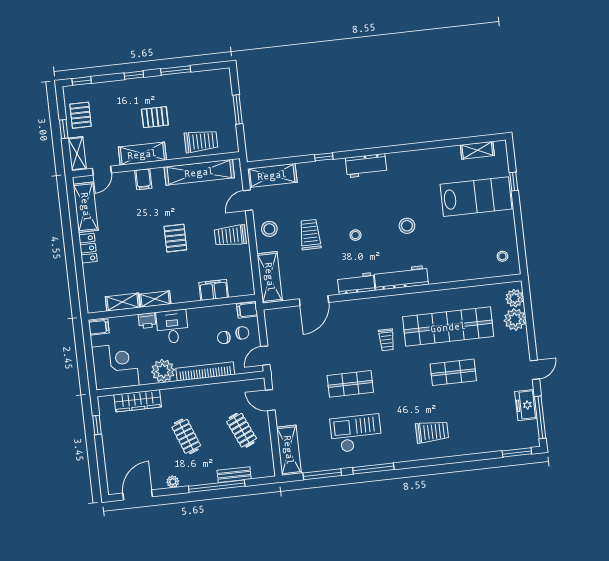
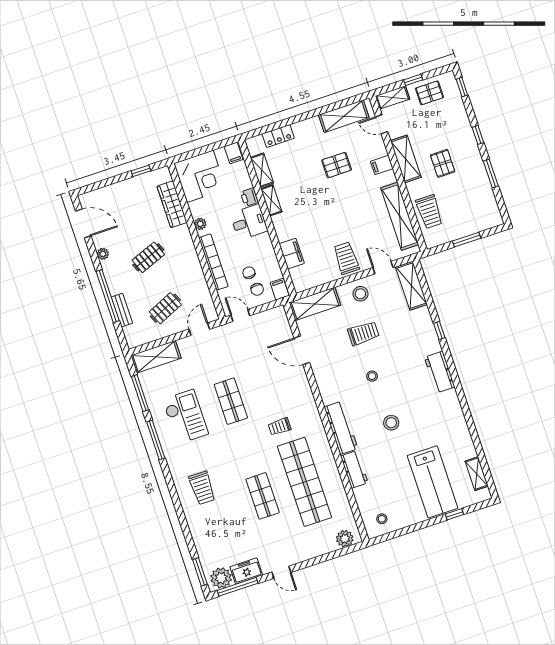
pallet: (175, 238) -> (337, 165), moved
locker: (88, 248) -> (278, 136), moved
workbench: (356, 284) -> (354, 469), moved
plant: (515, 320) -> (221, 578), moved
plant: (163, 371) -> (200, 224), width x0.53, depth x0.53

